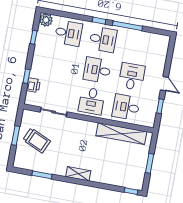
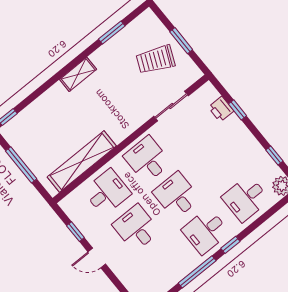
desk: (97, 70) -> (176, 195), turned -90
desk: (132, 76) -> (136, 228), turned 180
window: (150, 163) -> (21, 165), width x1.44

